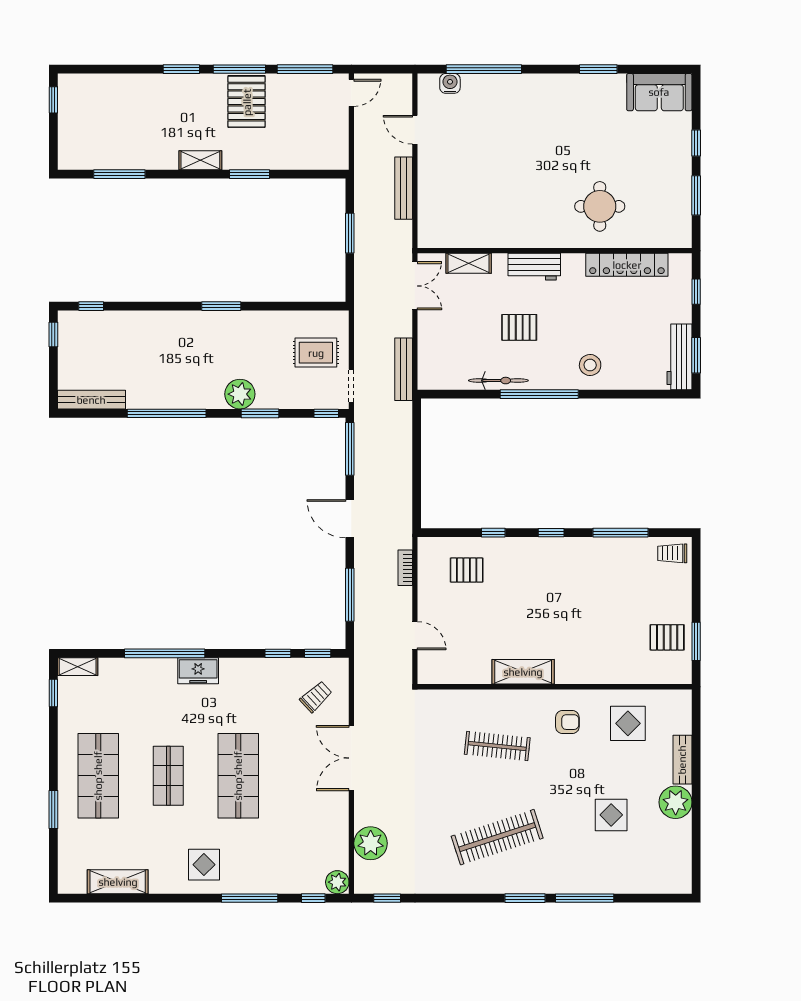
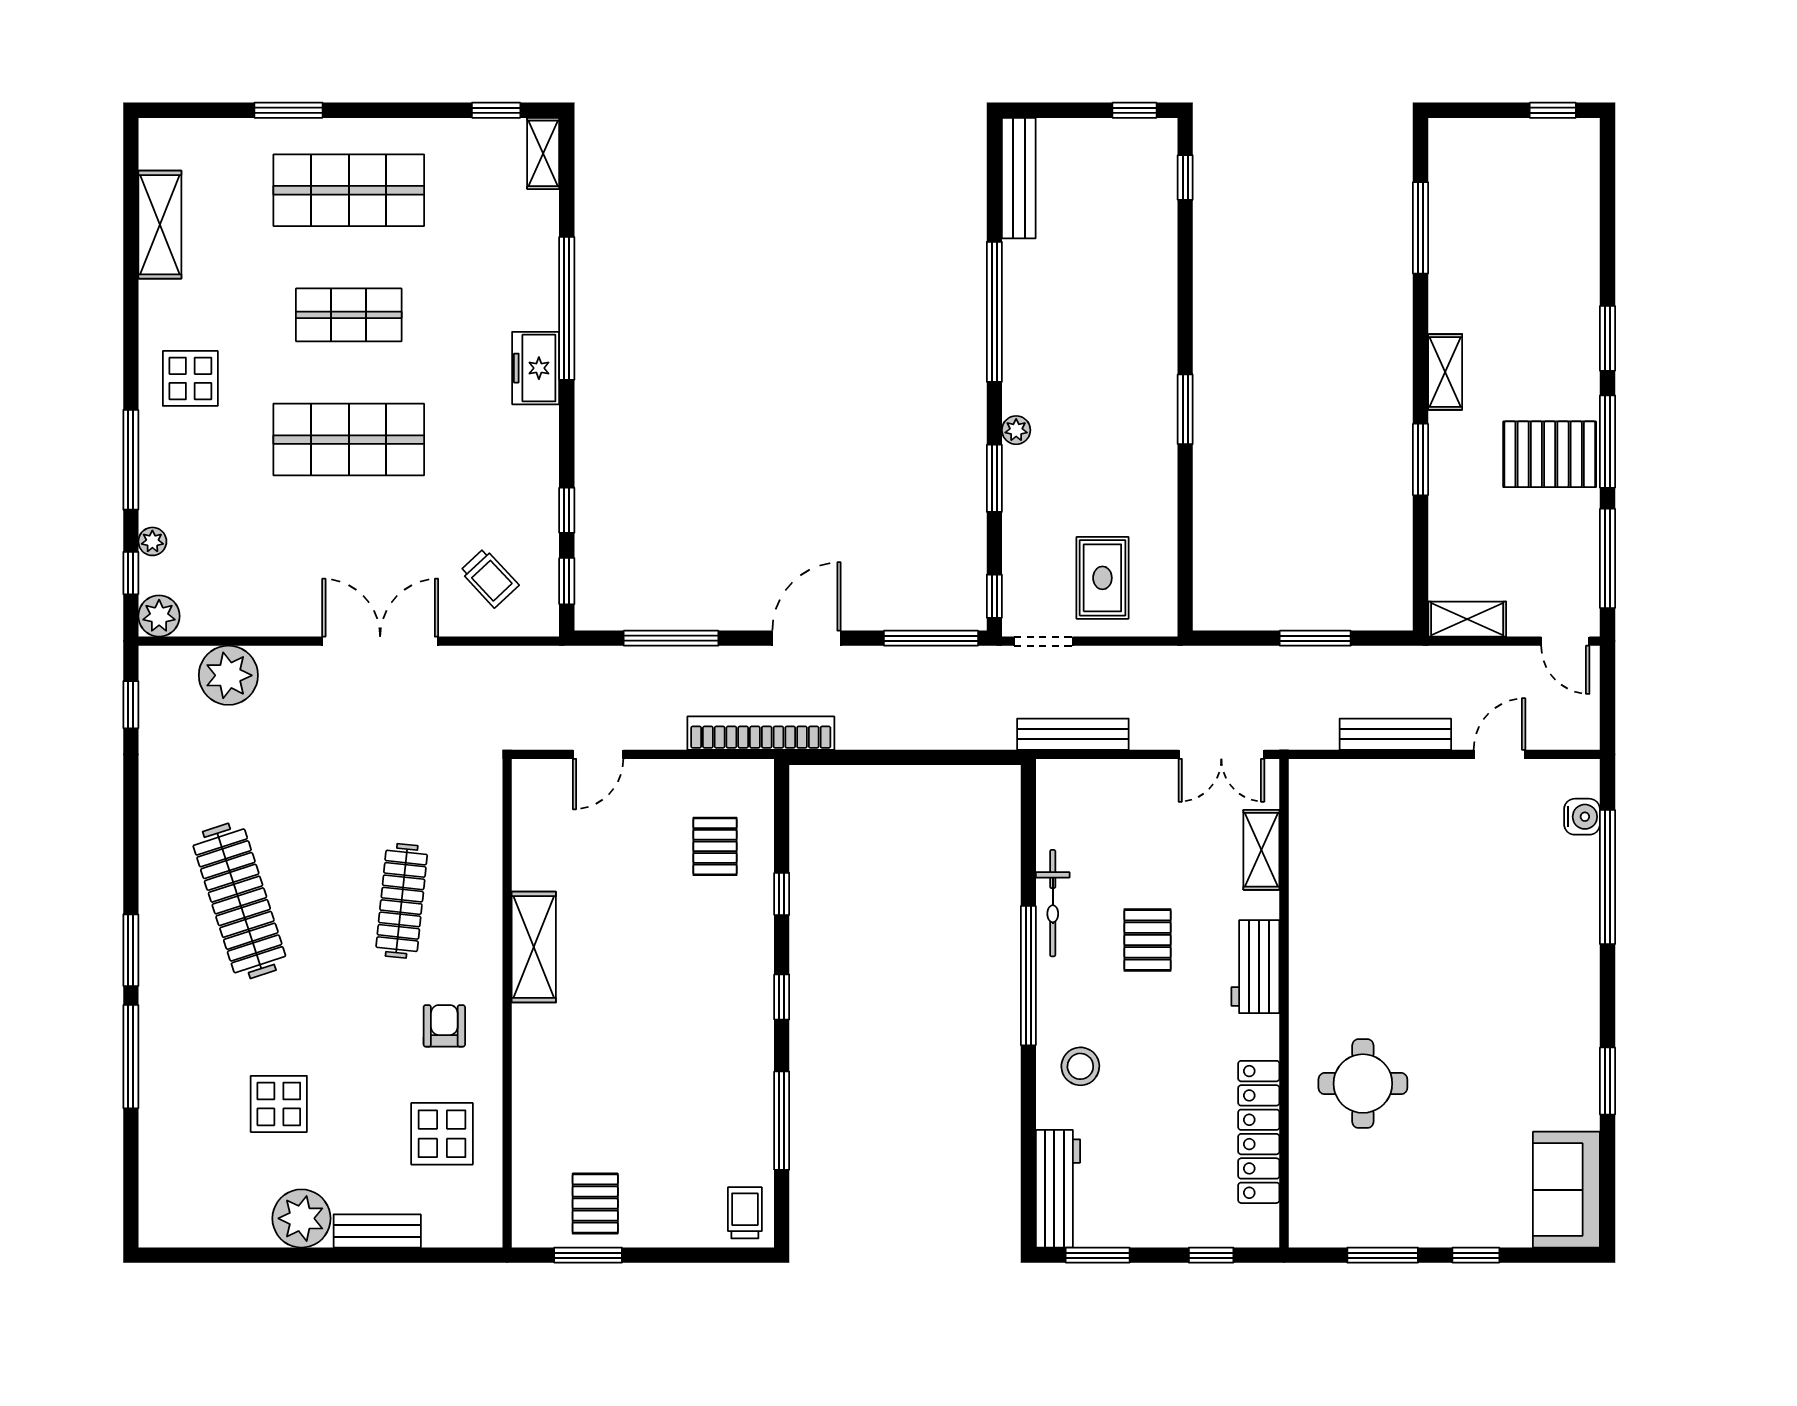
shelving: (339, 148) -> (1467, 619), added
workbench: (679, 357) -> (1058, 1189), moved, turned 90
plant: (240, 394) -> (1016, 430), width x0.53, depth x0.53
bookcase: (405, 568) -> (761, 733), width x2.31, depth x1.31
armchair: (567, 722) -> (444, 1026), turned 180
plant: (295, 886) -> (152, 541), added

